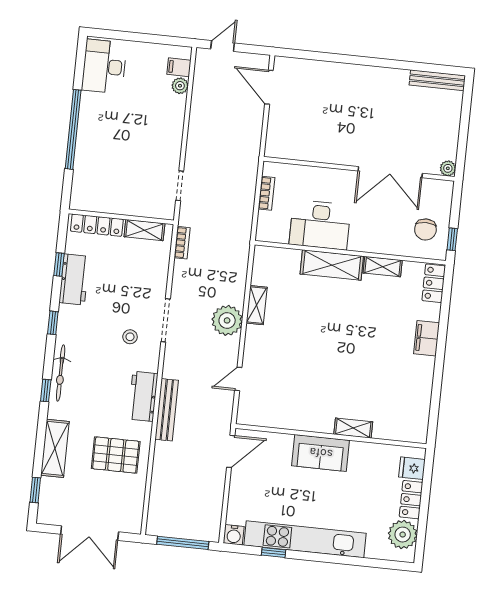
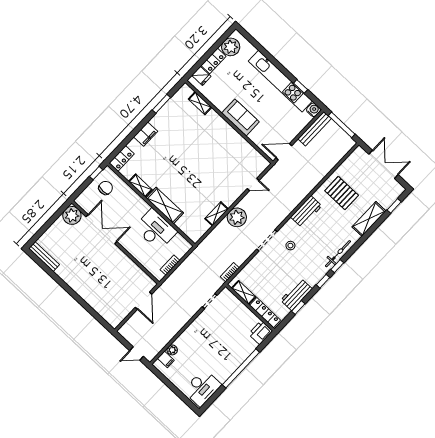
door: (269, 87) -> (144, 301), moved
plant: (448, 168) -> (72, 215), width x1.88, depth x1.88
printer: (83, 195) -> (261, 332), added
window: (46, 390) -> (337, 266), moved
window: (436, 393) -> (161, 104), added
bench: (167, 410) -> (315, 129), moved
shelving: (353, 428) -> (200, 103), moved

